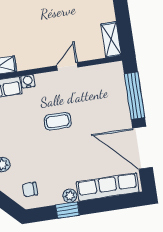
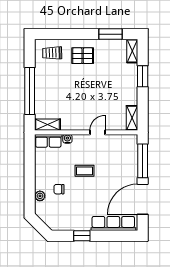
door: (142, 148) -> (143, 199), hinge flipped
chair: (30, 189) -> (59, 189), moved
plant: (70, 196) -> (85, 226), removed

